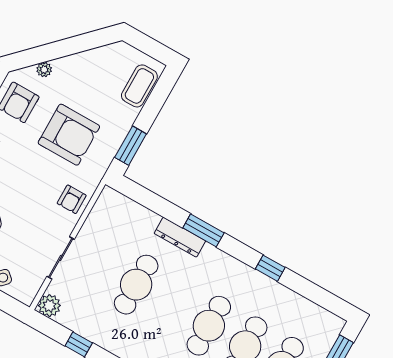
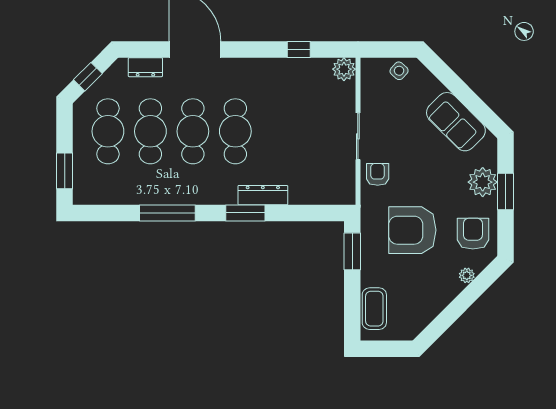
sliding door: (61, 258) -> (358, 136), moved
window: (270, 268) -> (167, 213), width x2.17
cafe table: (136, 285) -> (235, 131), moved

